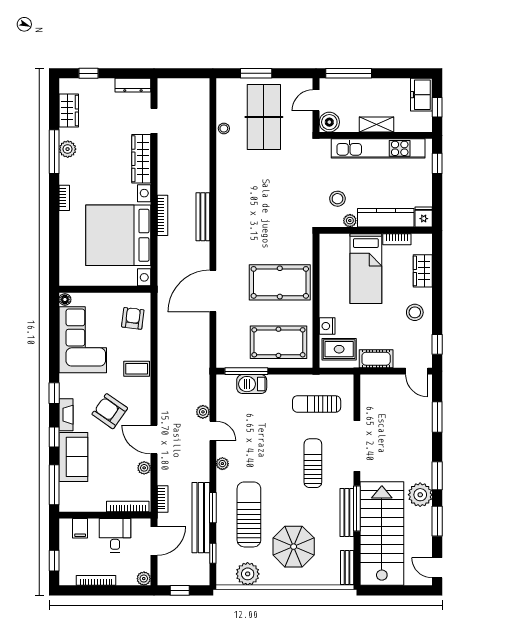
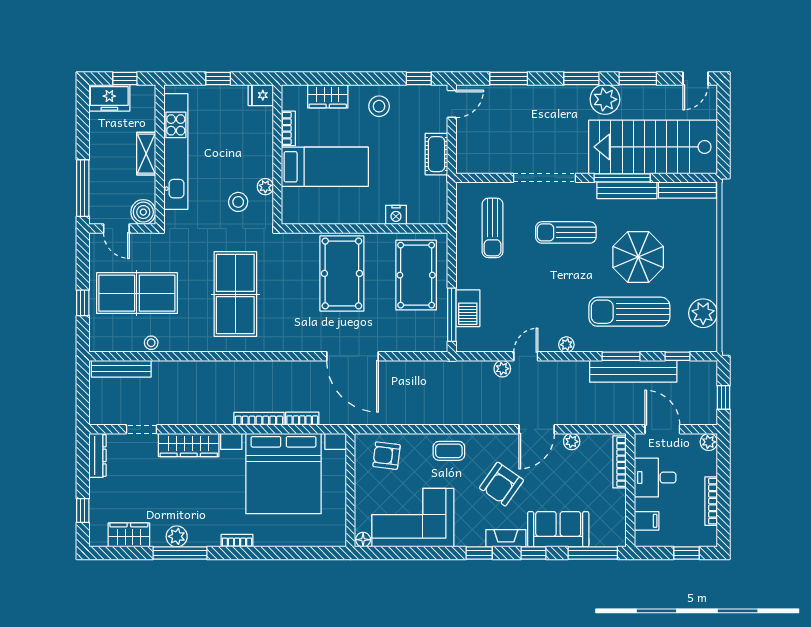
window: (256, 73) -> (83, 303), width x0.67
window: (437, 163) -> (218, 79), moved
table tennis table: (263, 196) -> (235, 294), added
bench: (203, 217) -> (121, 369), moved
kitchen counter: (386, 218) -> (262, 142), removed
rug: (339, 349) -> (425, 200), removed
coffee table: (137, 369) -> (449, 451), turned 90
bookcase: (163, 499) -> (302, 419), moved
parasol: (294, 547) -> (638, 257), moved
bench: (347, 568) -> (687, 190), width x1.36

